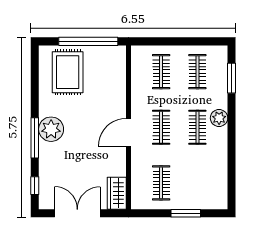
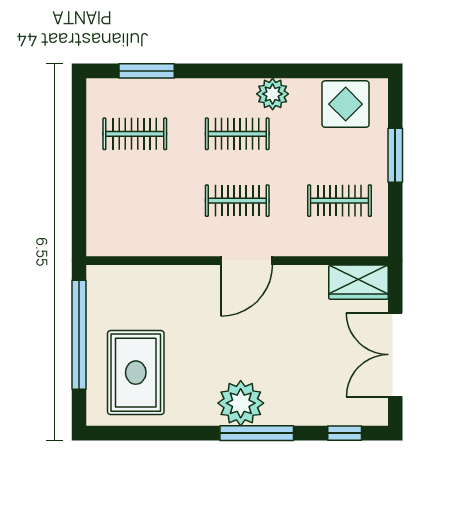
rug: (68, 72) -> (136, 373), turned 90
clothes rail: (161, 72) -> (135, 201), removed
plant: (219, 118) -> (273, 94), moved
door: (128, 132) -> (247, 261), hinge flipped
display table: (214, 186) -> (346, 104), added

